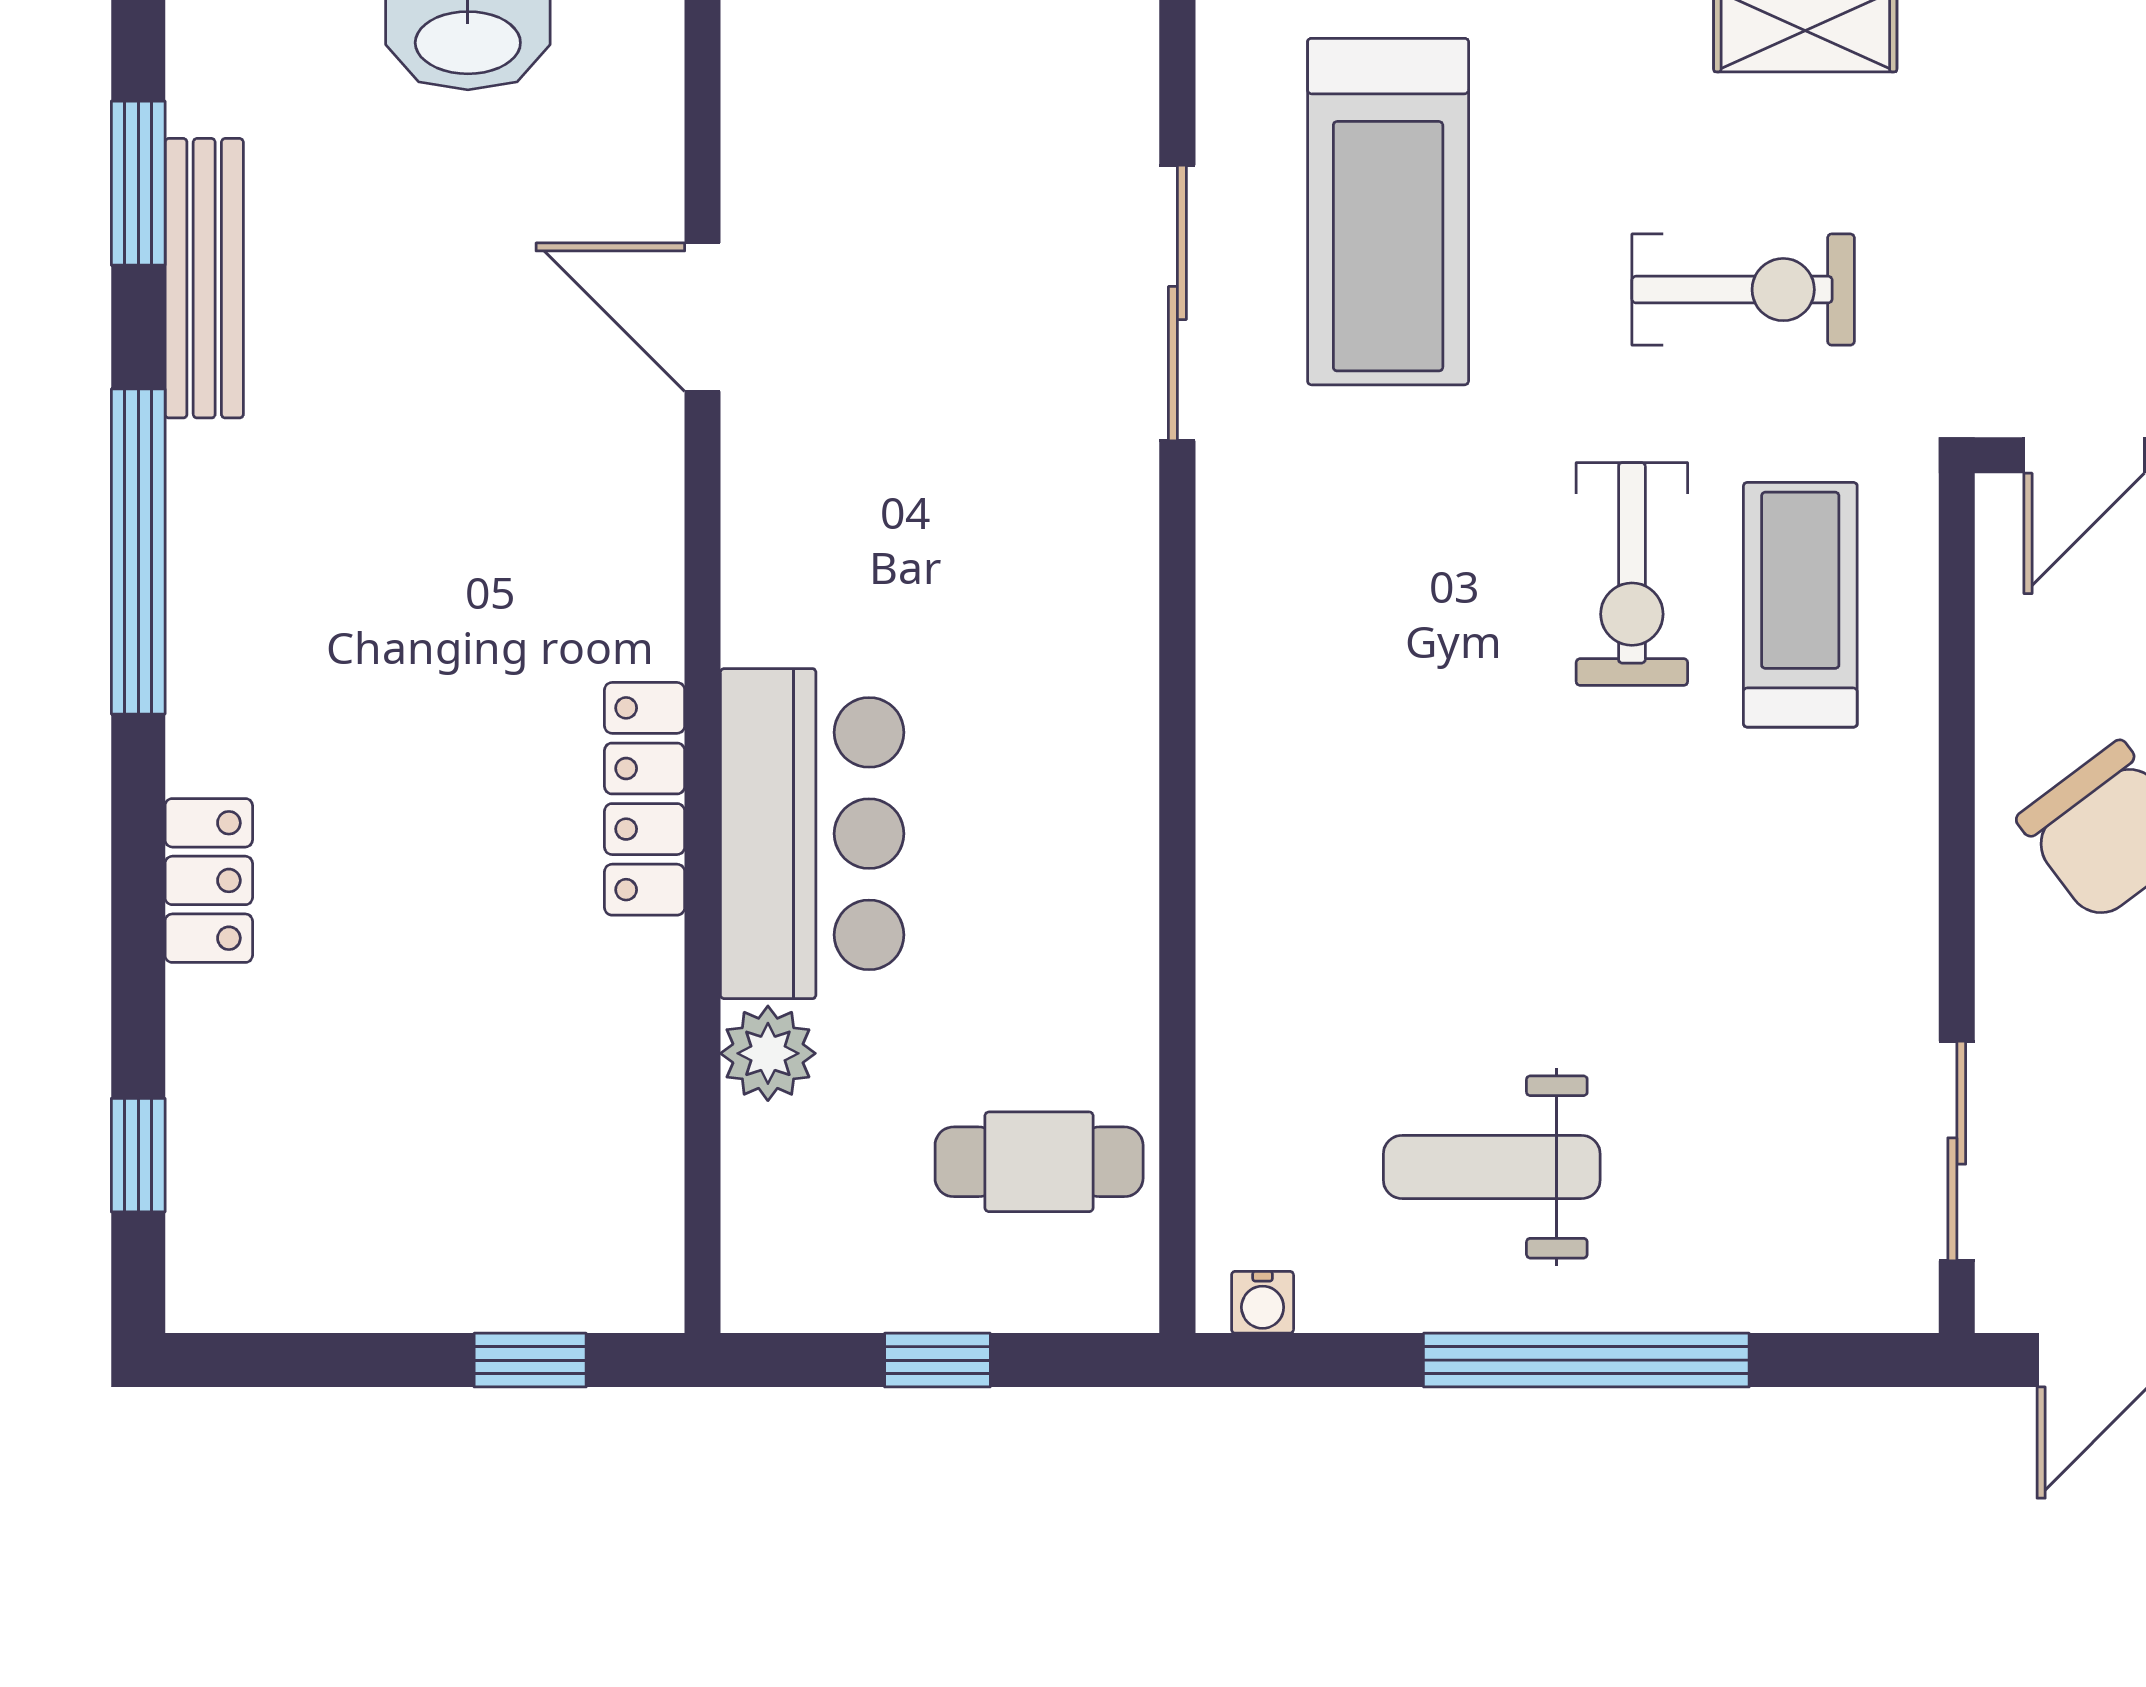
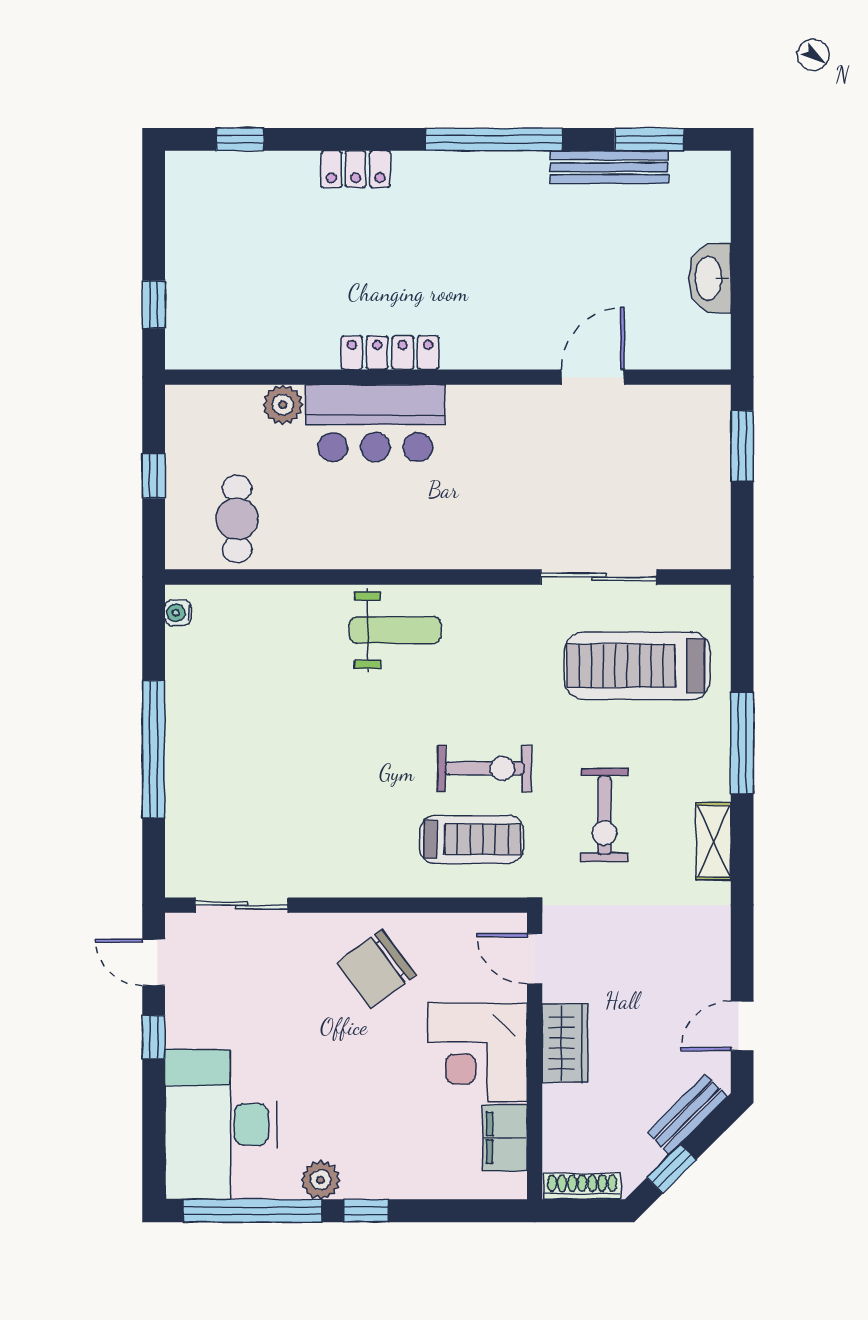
exercise bike: (1632, 574) -> (485, 768), turned 180
weight bench: (1492, 1167) -> (395, 630), moved, turned 90

